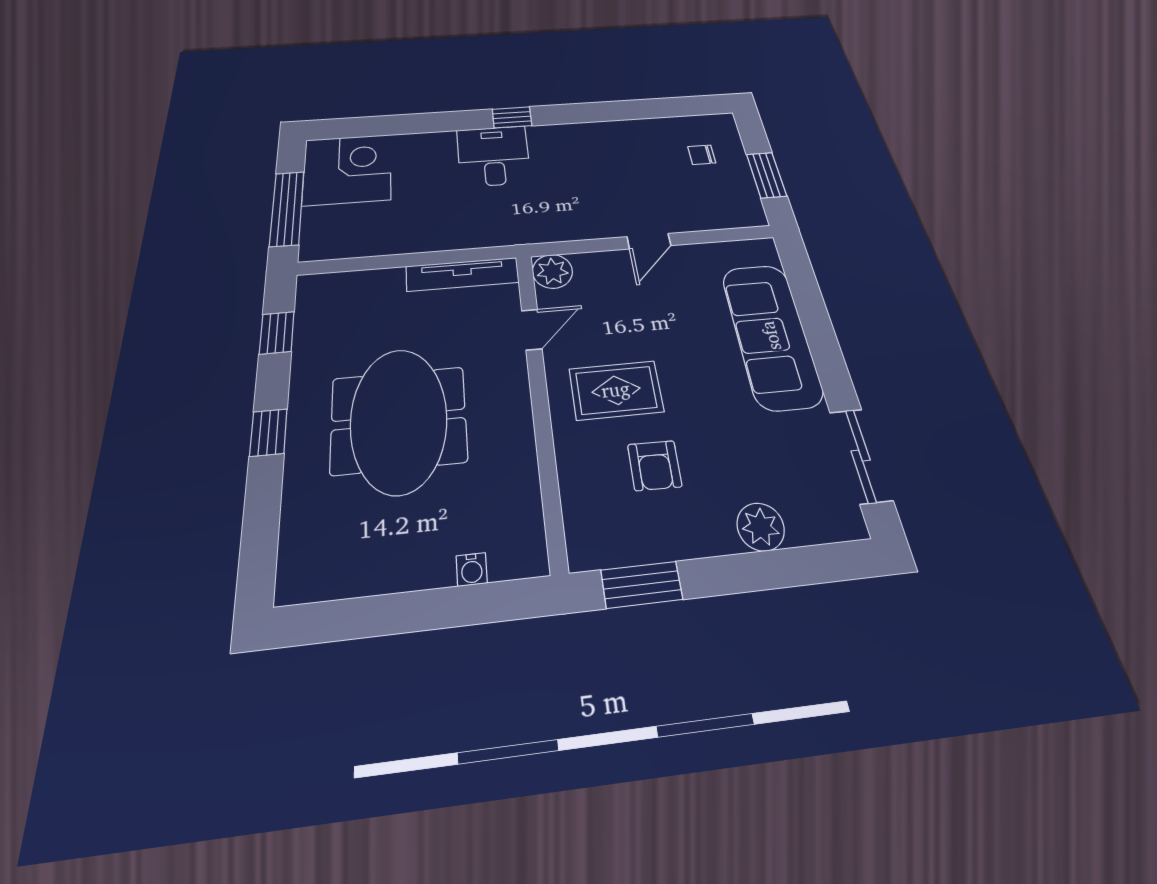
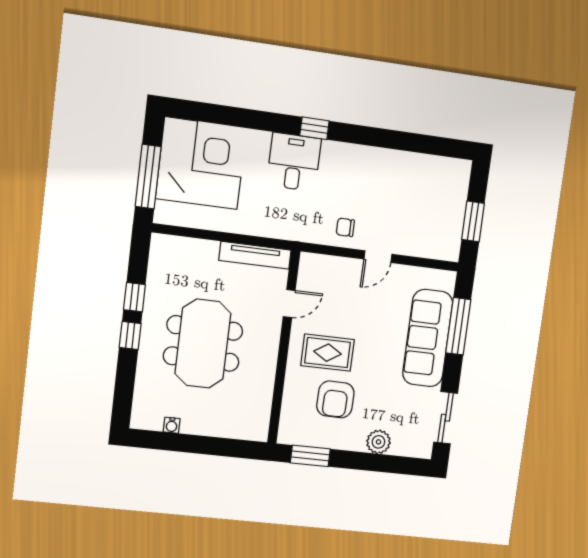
chair: (702, 155) -> (345, 227), moved
corner desk: (347, 169) -> (201, 163), width x1.36, depth x1.36
plant: (552, 271) -> (311, 266), removed
window: (811, 308) -> (458, 326), added
window: (277, 333) -> (134, 297), moved
armchair: (655, 465) -> (335, 399), width x1.38, depth x1.38
water cooler: (472, 569) -> (172, 425), moved

